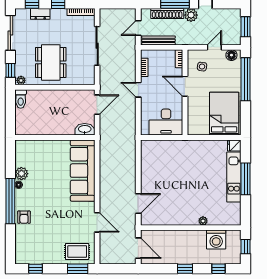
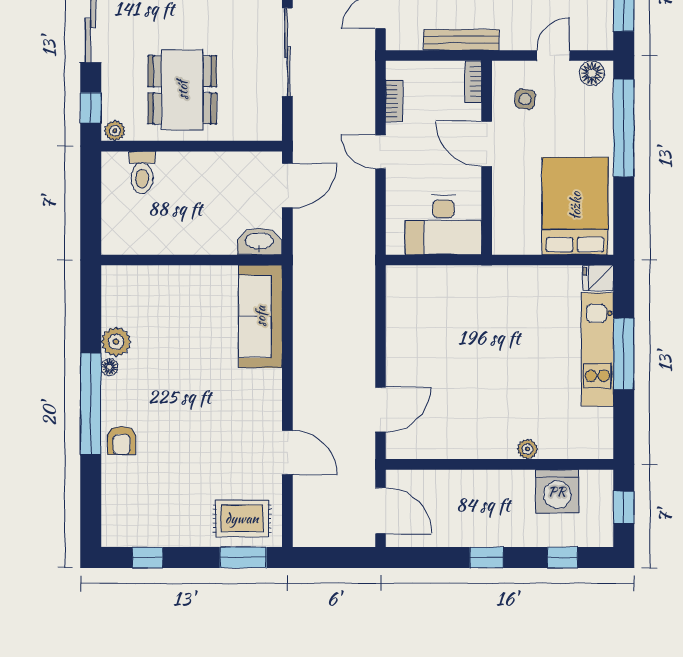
bench: (159, 40) -> (461, 40), moved
toilet: (21, 99) -> (142, 173), moved
sofa: (83, 171) -> (260, 316), width x0.74, depth x0.79

